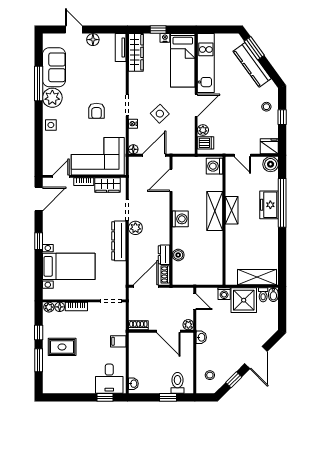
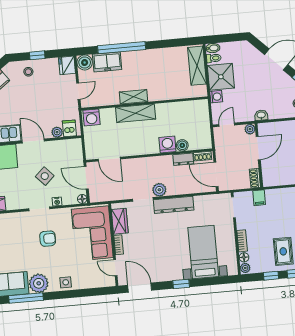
freezer: (269, 205) -> (107, 62), moved
washing machine: (180, 219) -> (167, 145), moved
filing cabinet: (118, 341) -> (259, 198), moved

